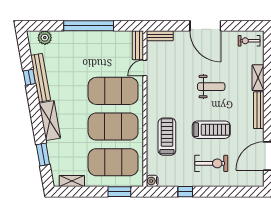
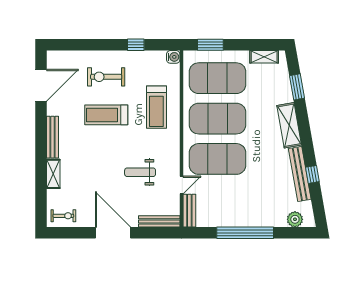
bench: (160, 36) -> (159, 221), width x1.36
weight bench: (211, 87) -> (140, 172), moved

